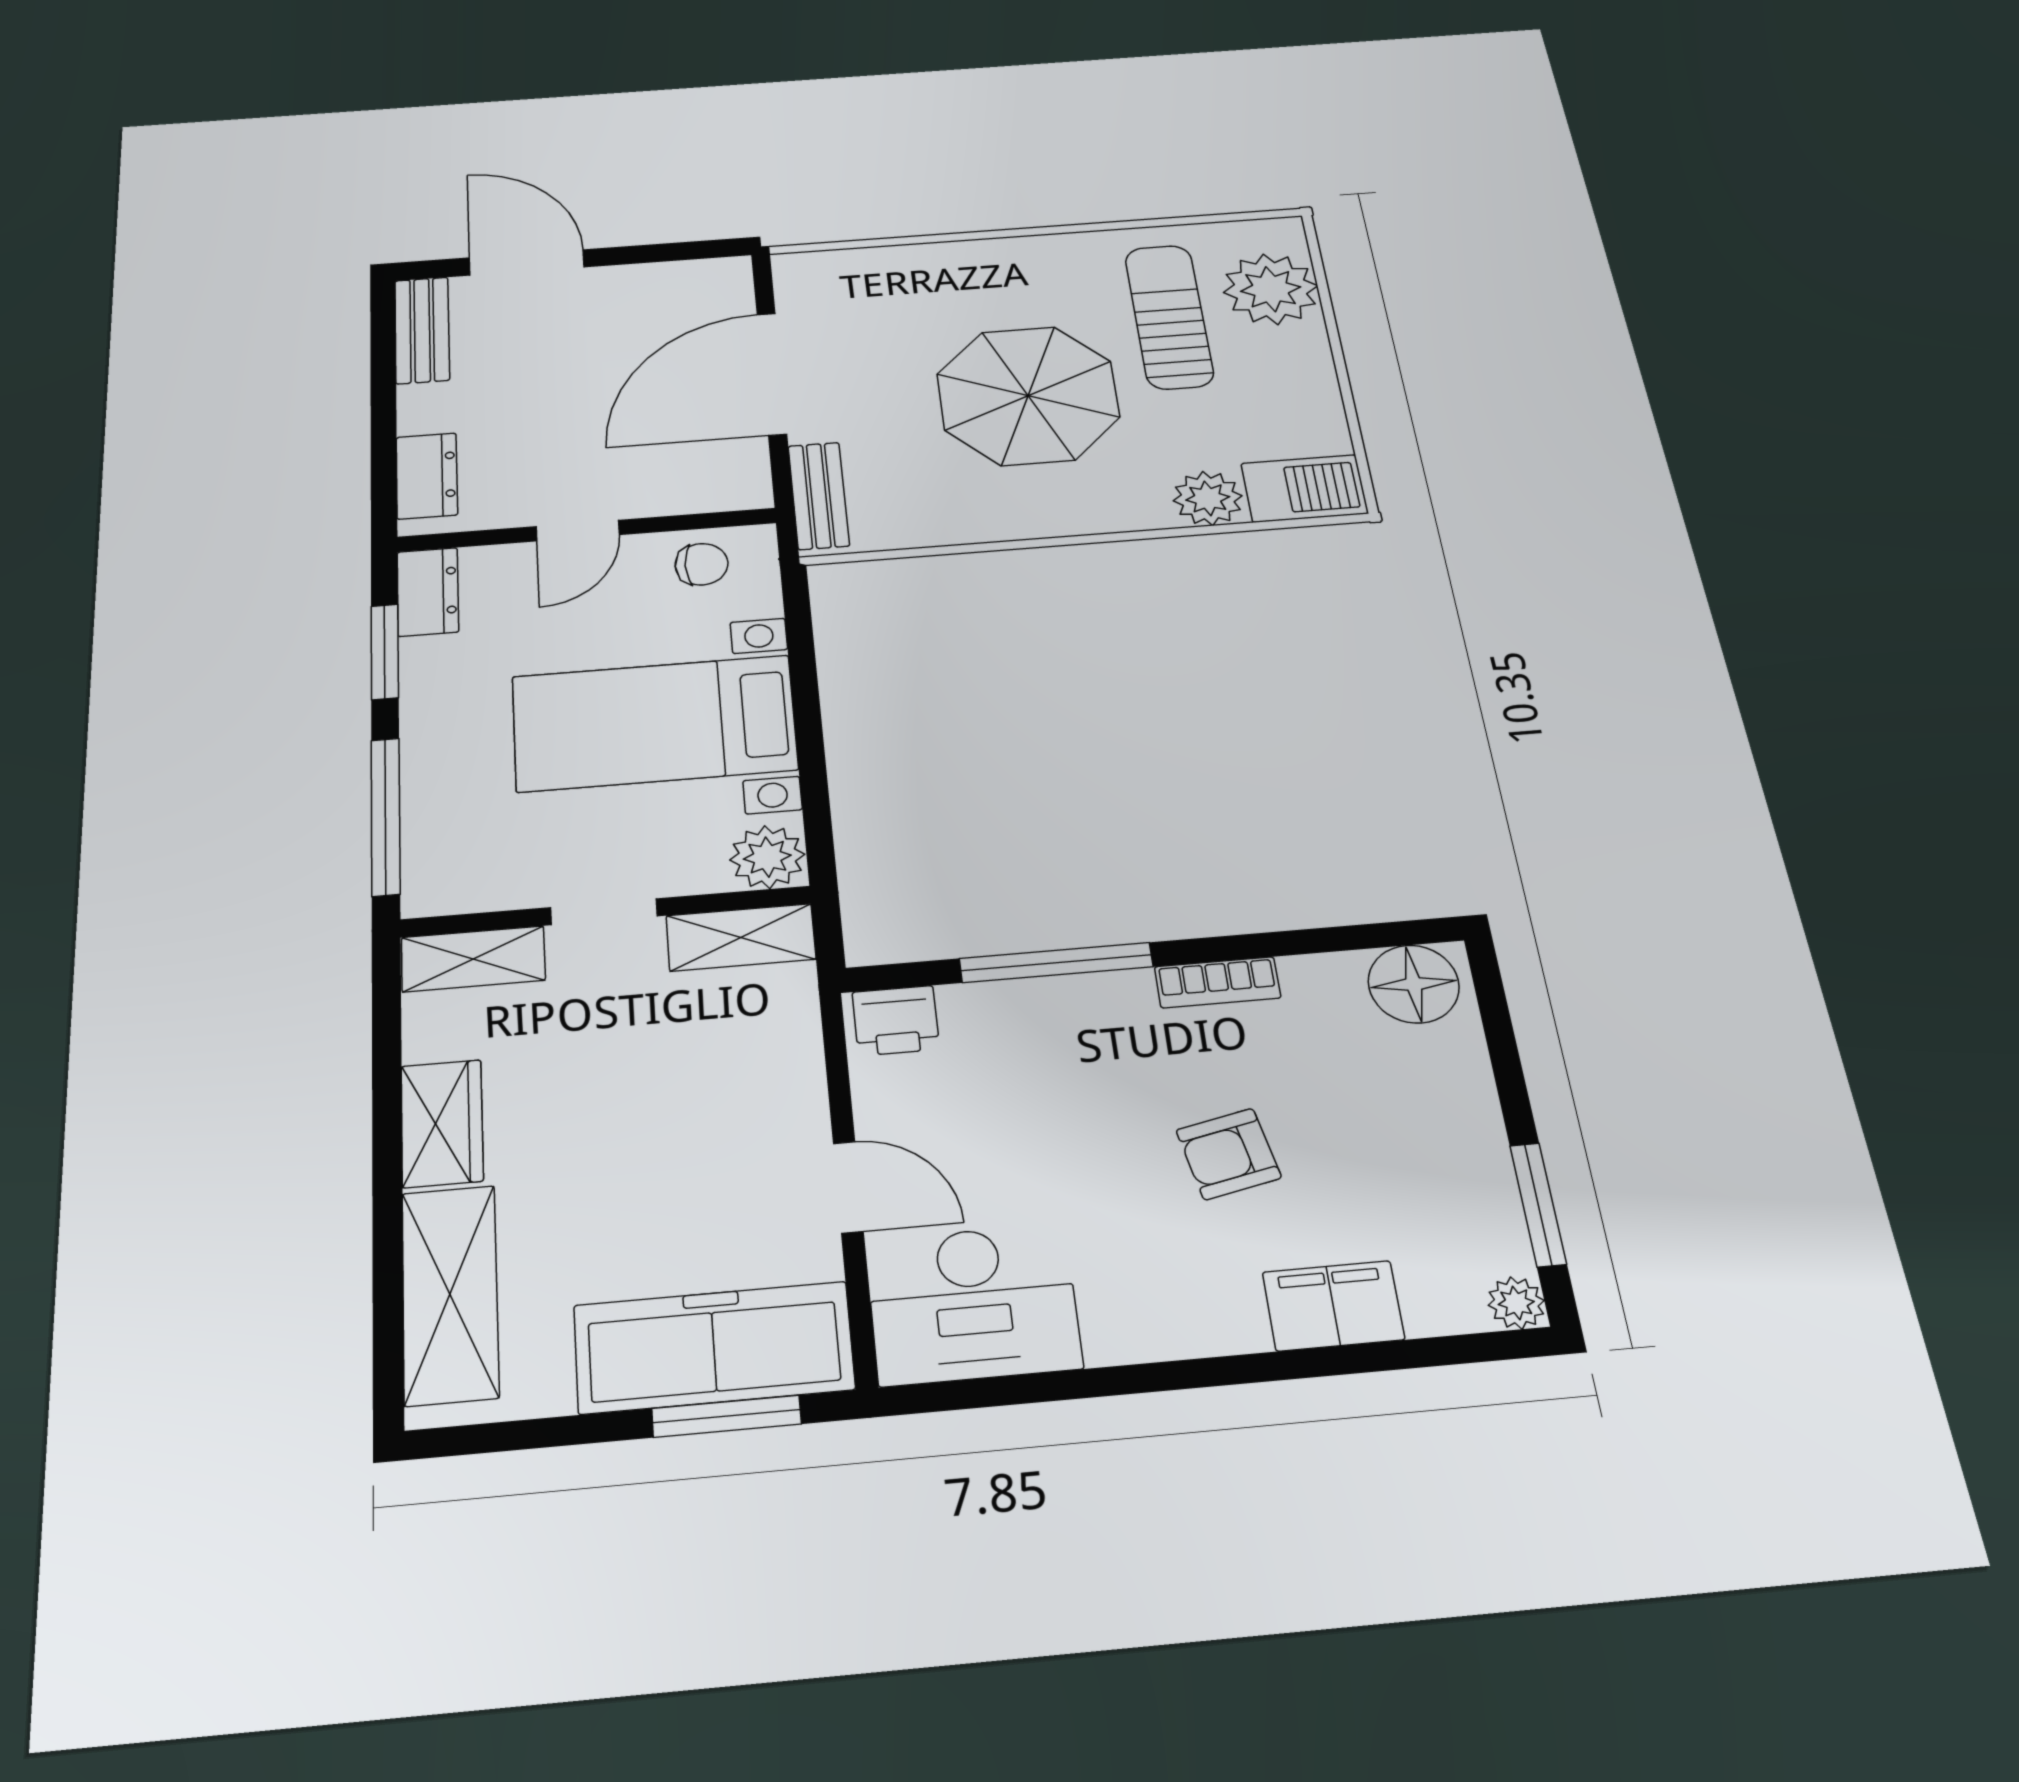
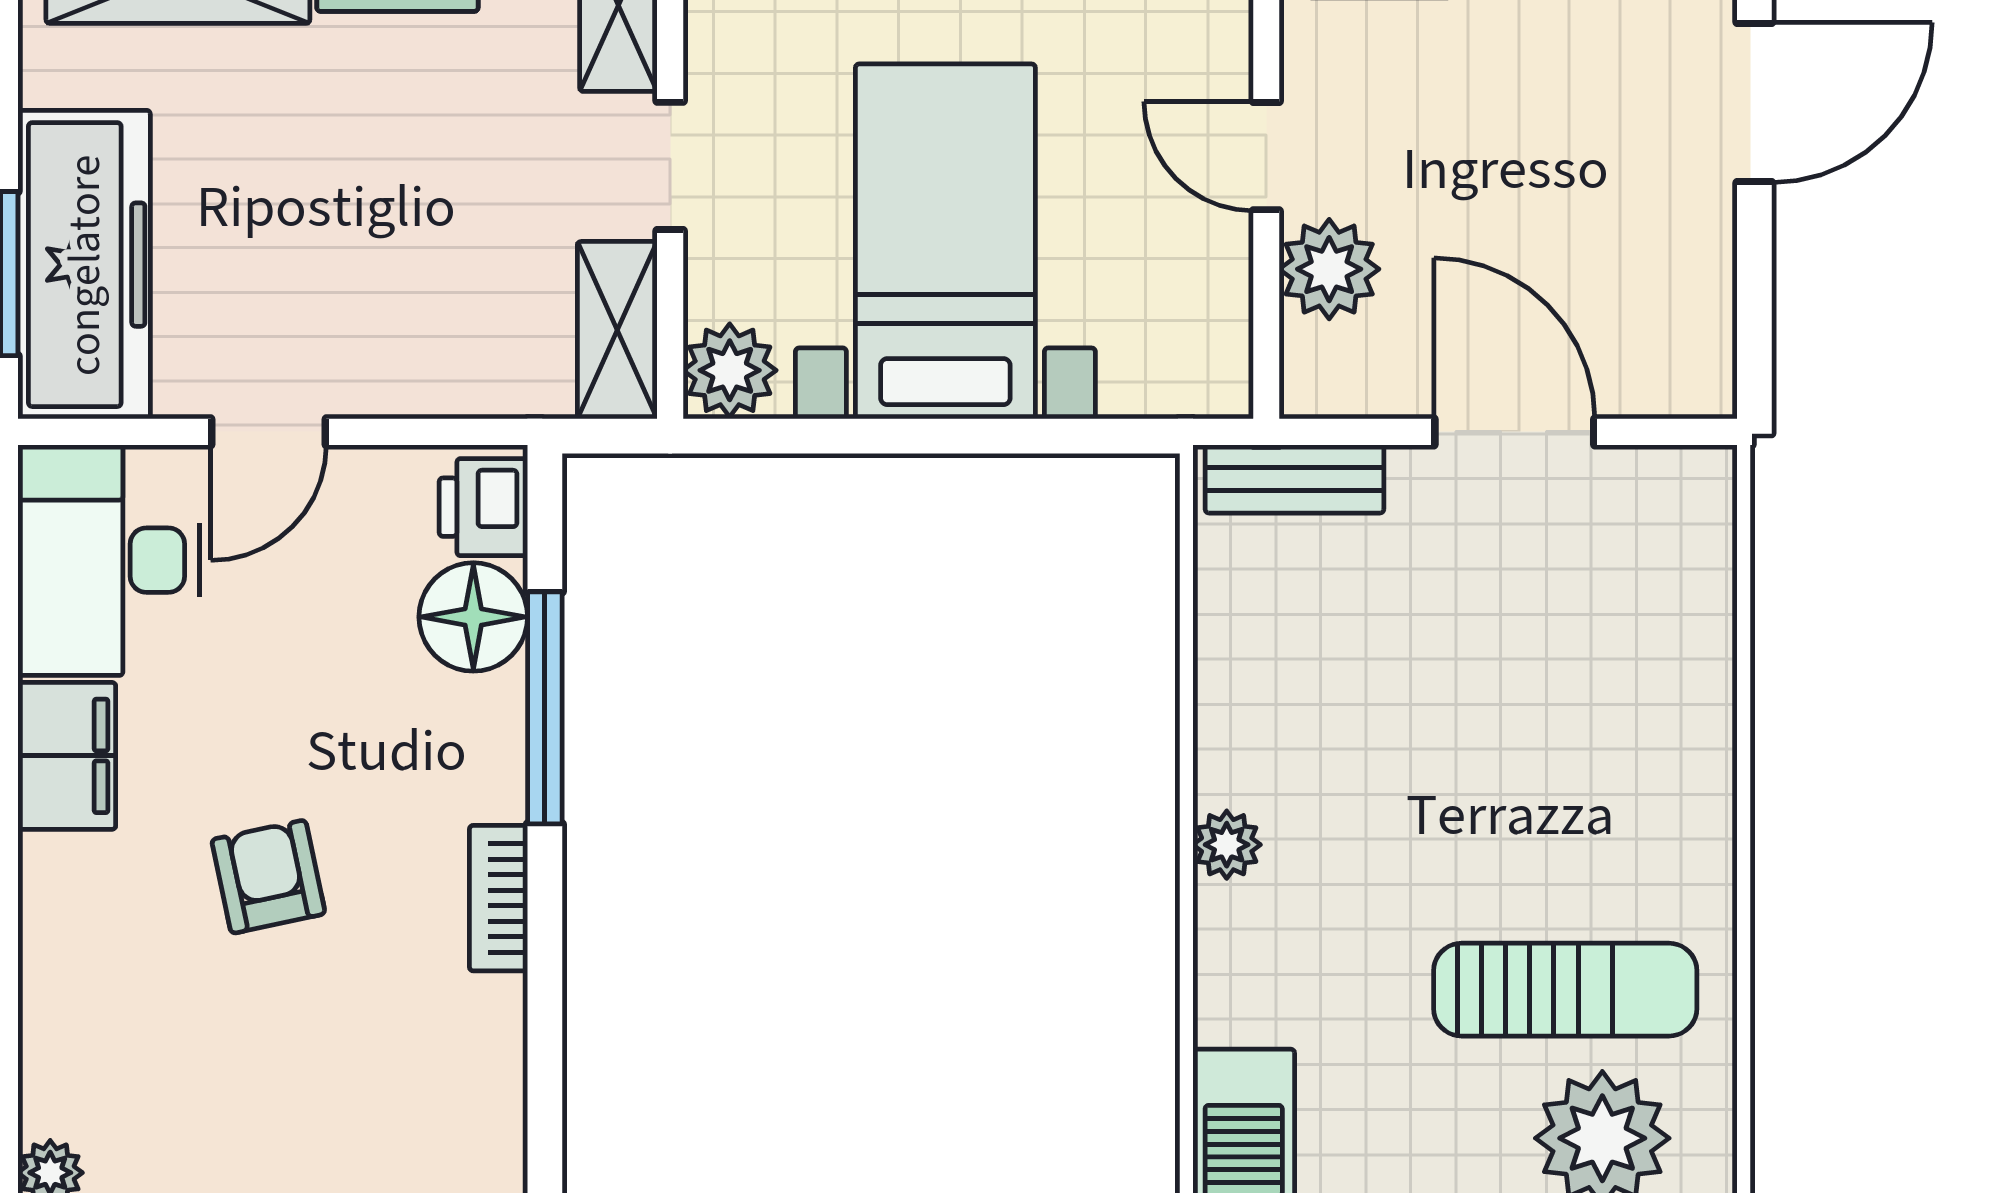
door: (772, 374) -> (1514, 432), width x0.73
parasol: (1028, 396) -> (1441, 778), removed
plant: (660, 487) -> (1329, 269), added
plant: (1208, 498) -> (1227, 845), moved, width x0.73, depth x0.73
chair: (702, 564) -> (1194, 316), removed
floor lamp: (1414, 984) -> (473, 617), moved
filing cabinet: (1333, 1306) -> (67, 756), moved

